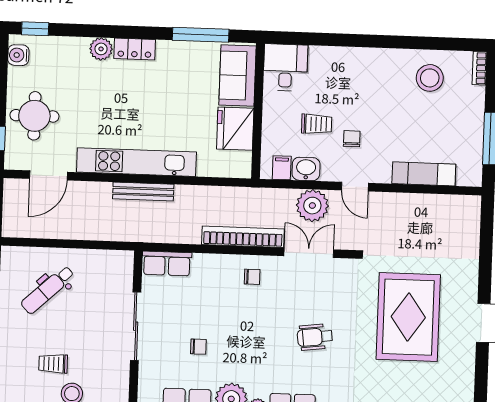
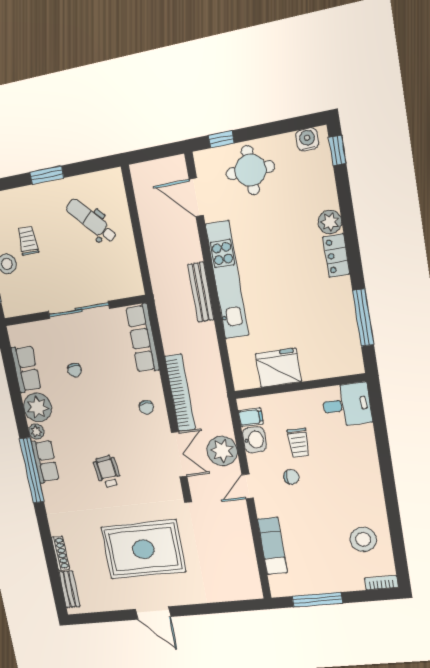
sofa: (238, 76) -> (330, 361), removed
row of seats: (167, 263) -> (142, 338), width x1.48

